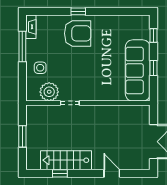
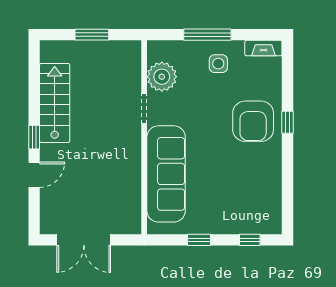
window: (22, 46) -> (207, 35), moved
side table: (40, 68) -> (218, 64), moved
sofa: (138, 70) -> (166, 174), moved, turned 90
window: (60, 173) -> (34, 137), moved

